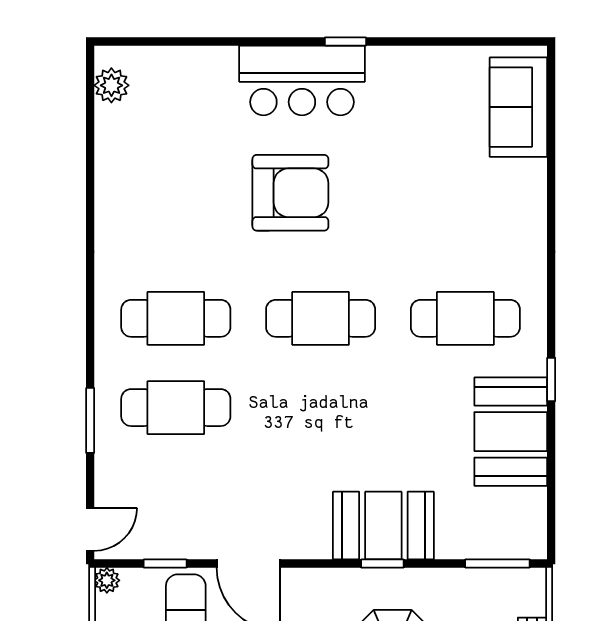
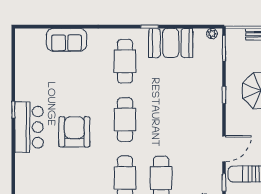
sofa: (518, 107) -> (67, 40), moved
booth: (383, 526) -> (209, 94), removed
plant: (534, 534) -> (212, 34), added

